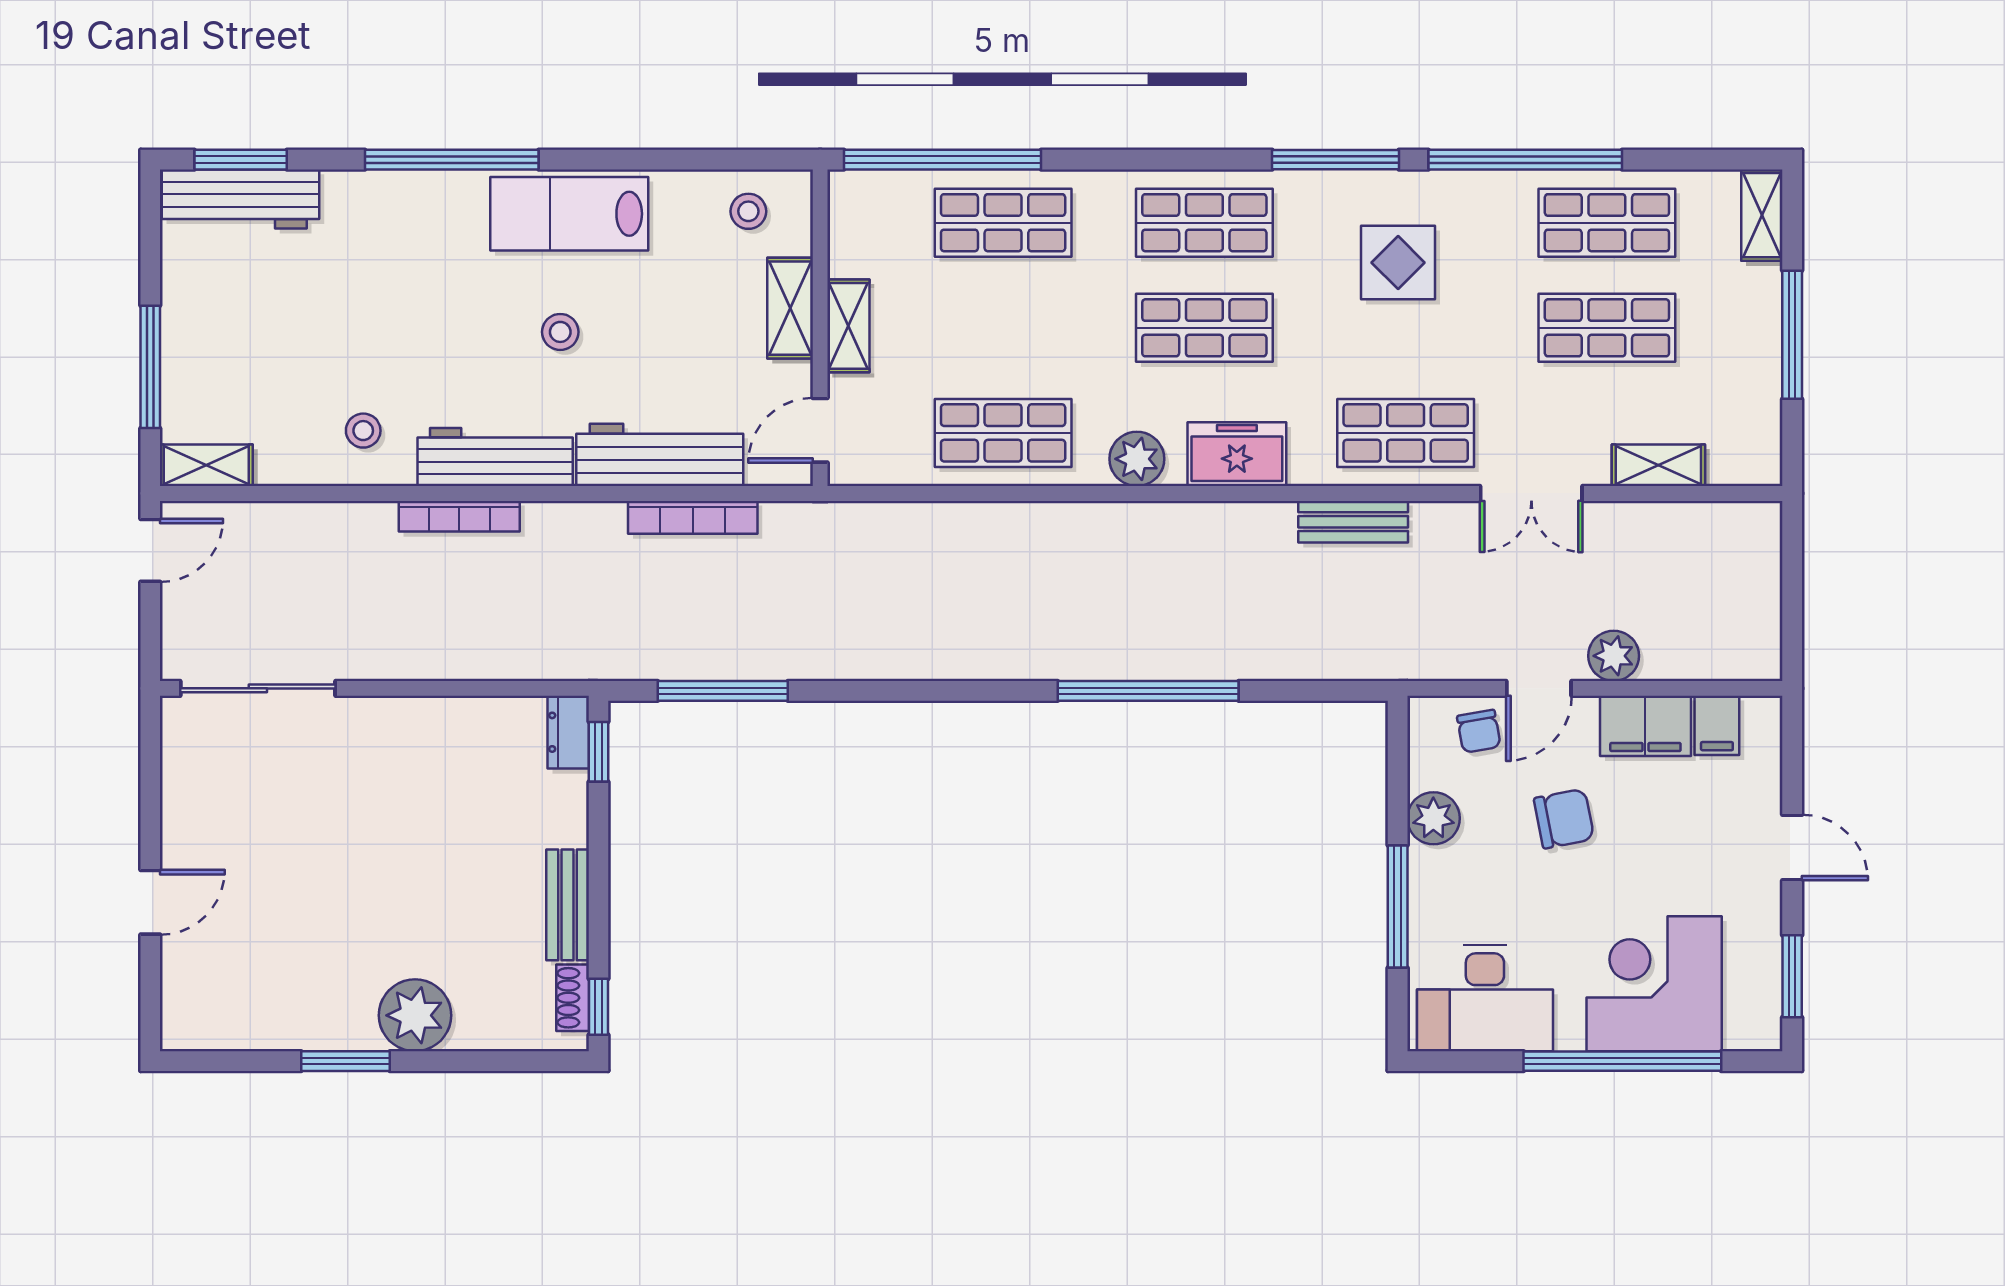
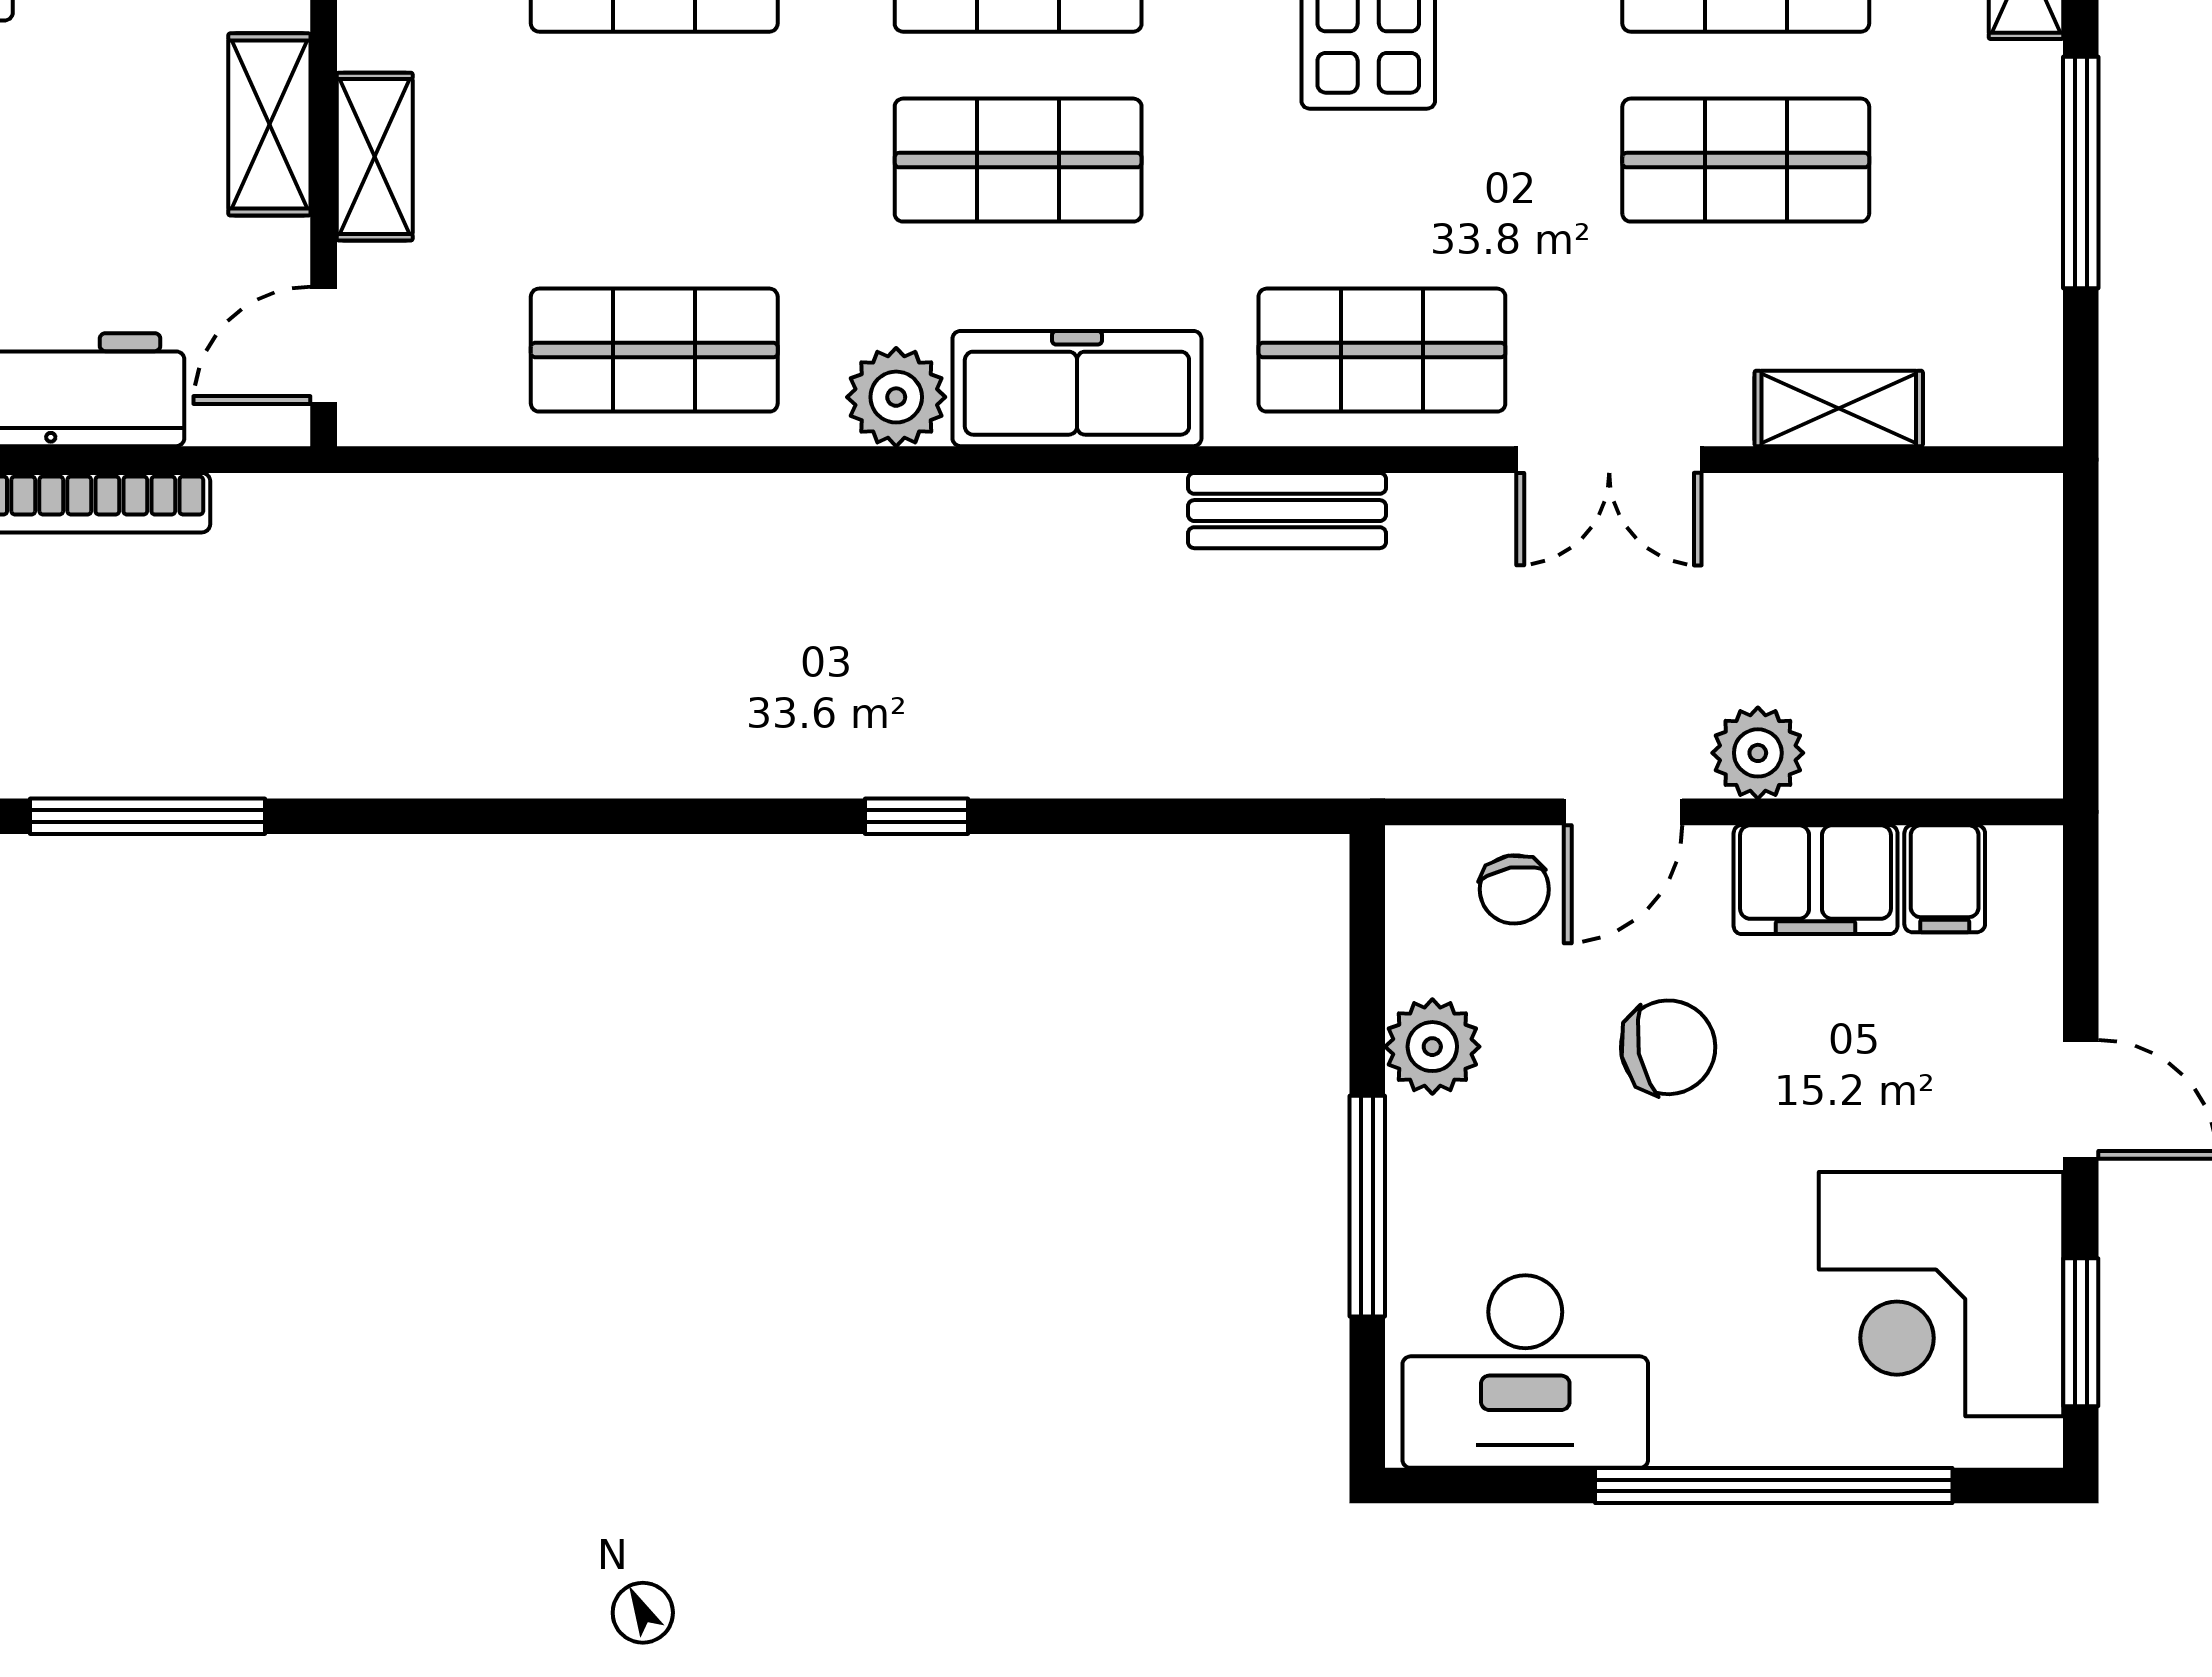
freezer: (1237, 454) -> (1077, 389), width x1.40
window: (1148, 691) -> (916, 816), width x0.32
corner desk: (1654, 984) -> (1941, 1294), moved, turned -90

